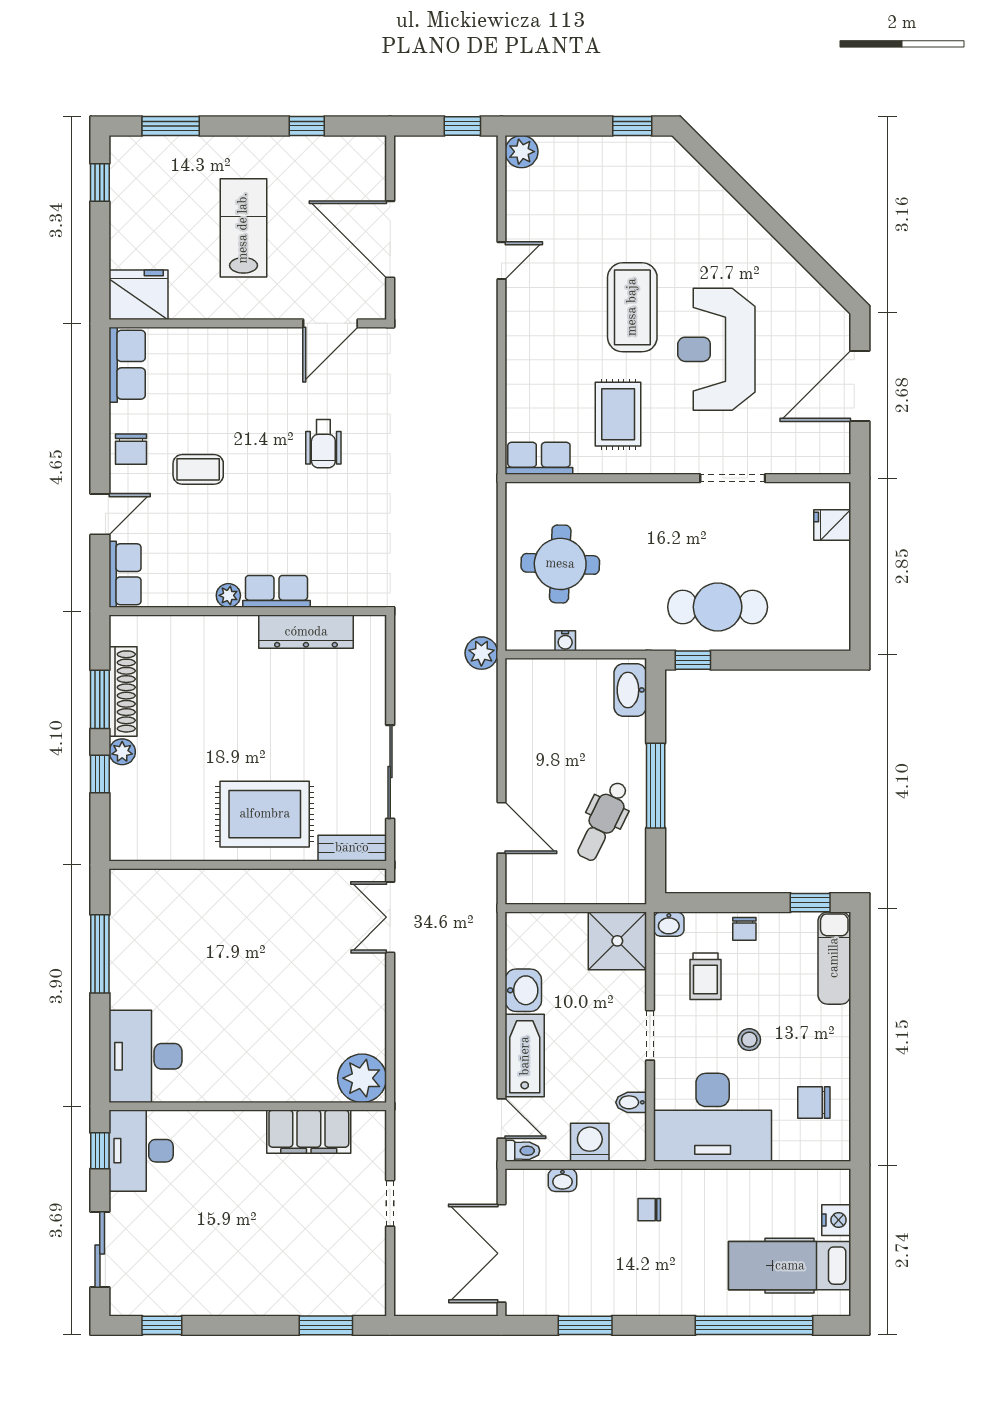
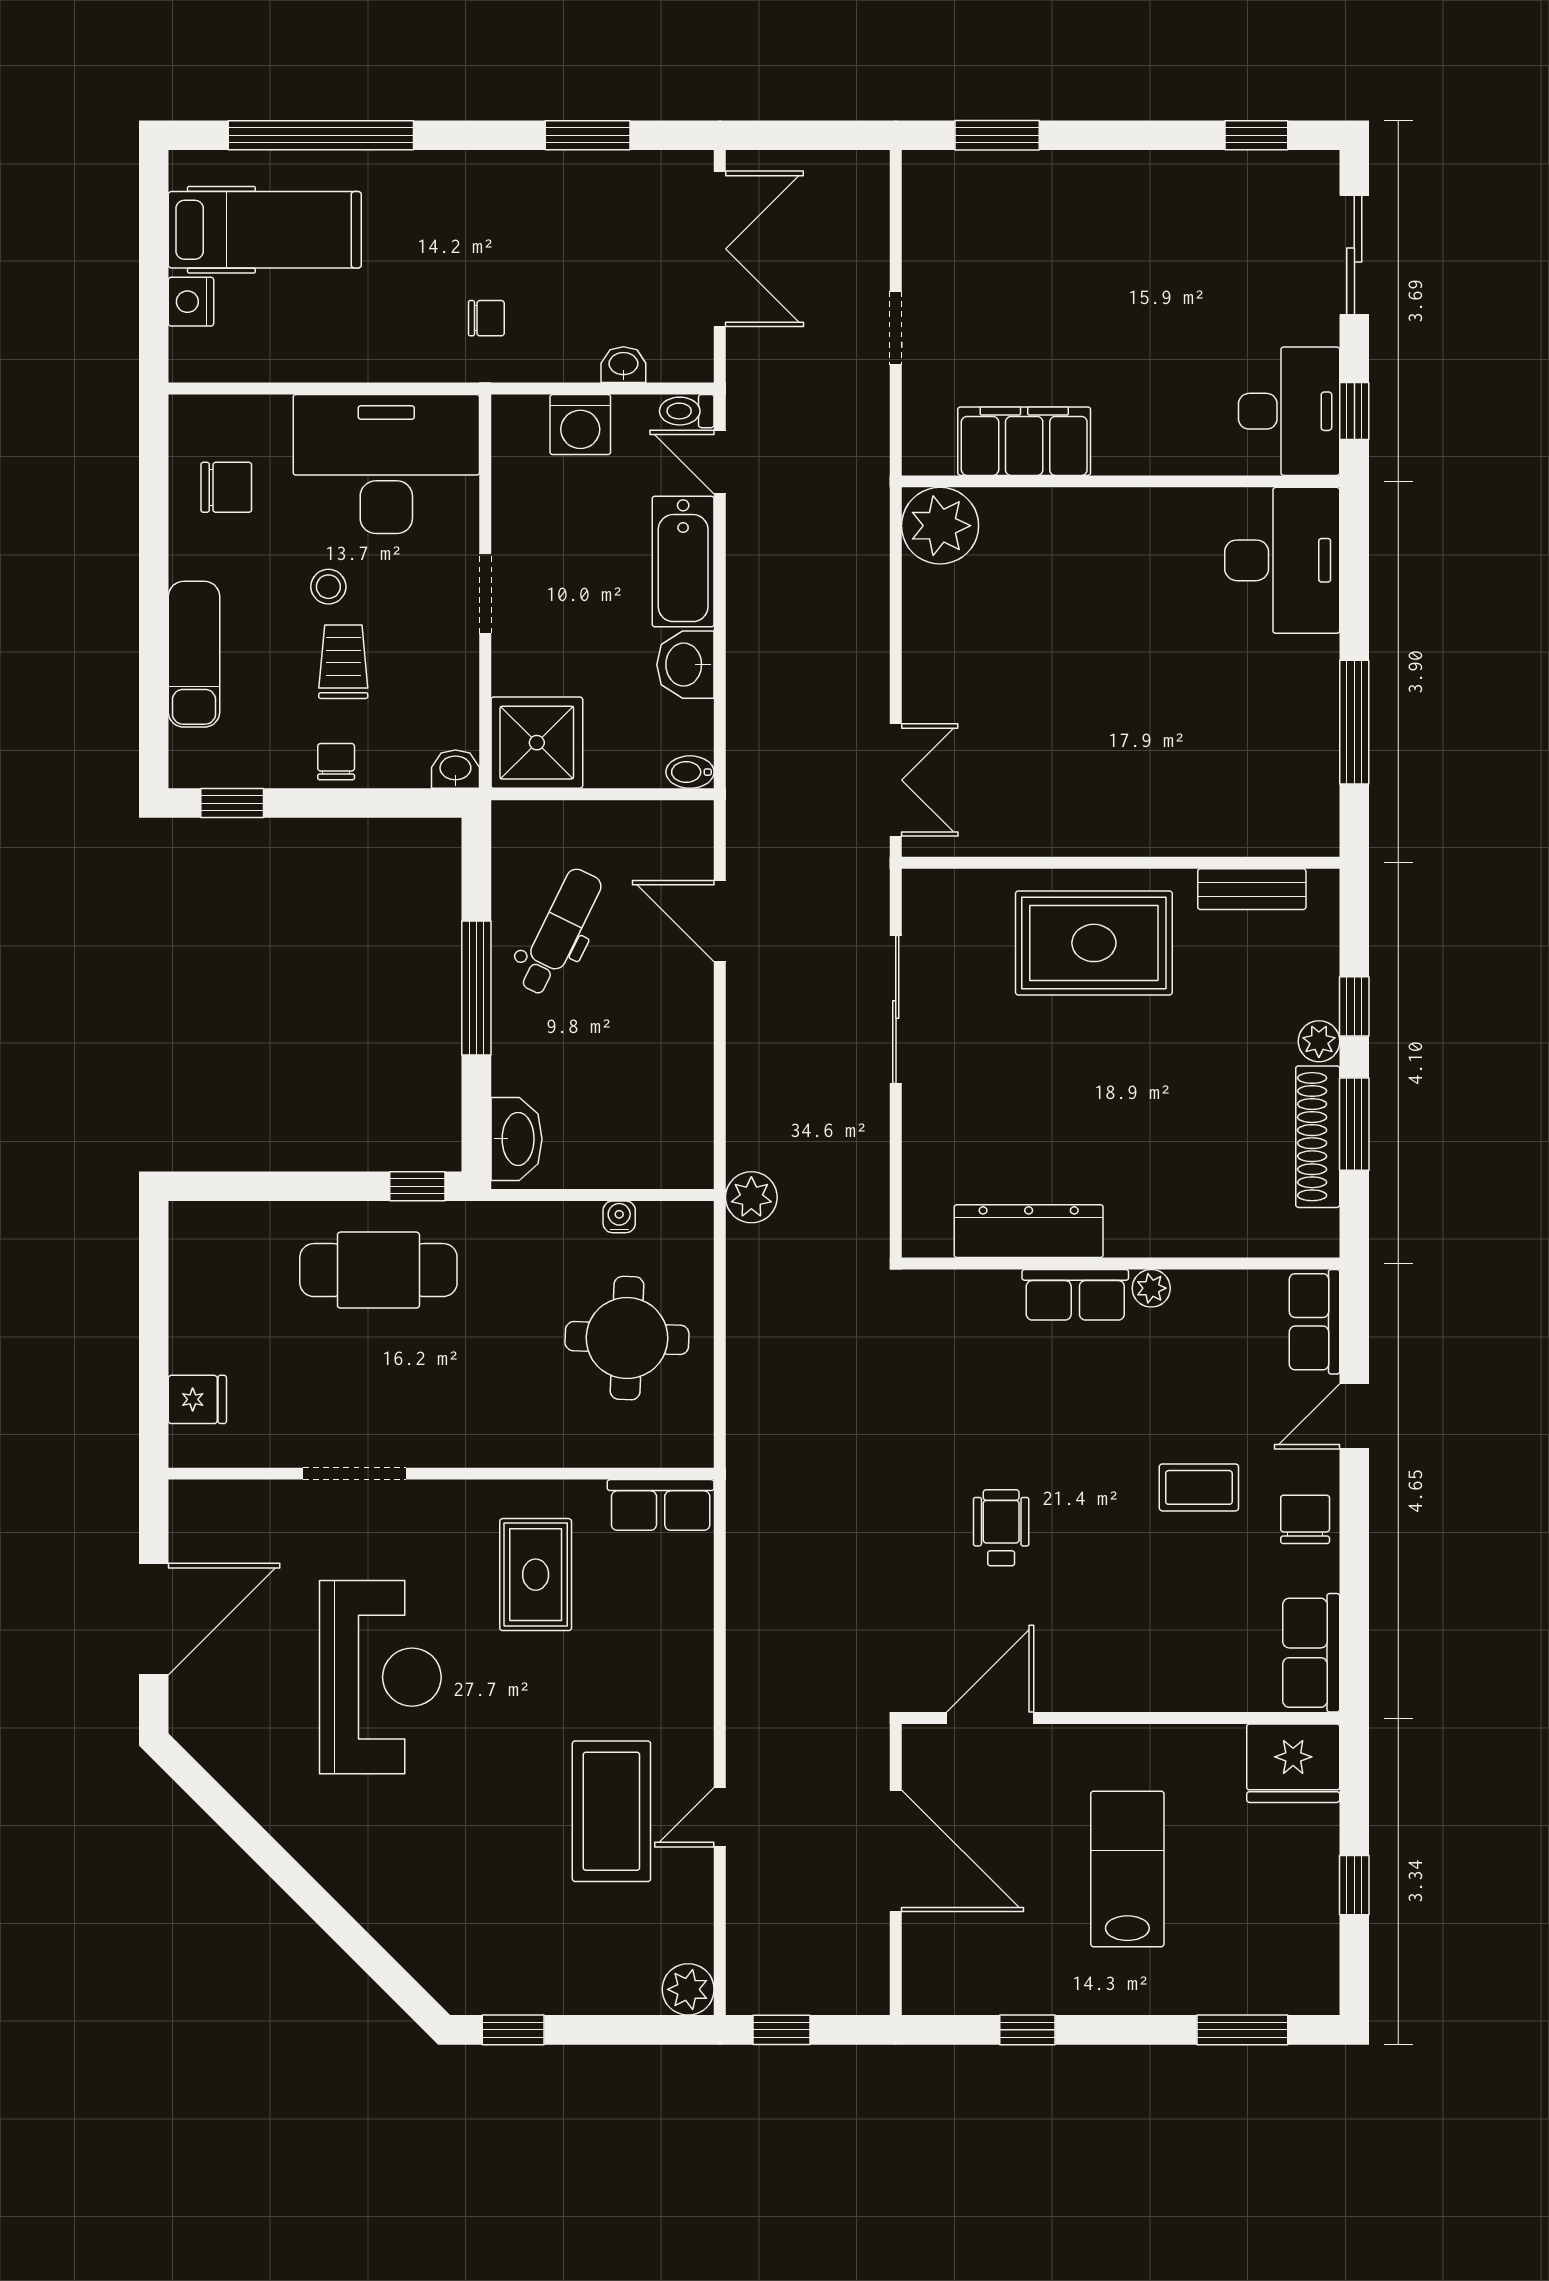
window: (100, 182) -> (1354, 1885), moved
lab bench: (243, 228) -> (1127, 1869), turned 180
coffee table: (632, 307) -> (611, 1811), moved
bench: (352, 848) -> (1252, 889), moved
exam couch: (834, 958) -> (194, 654), moved
trolley: (705, 976) -> (343, 662), moved
bidet: (631, 1102) -> (690, 772), moved, turned 180

